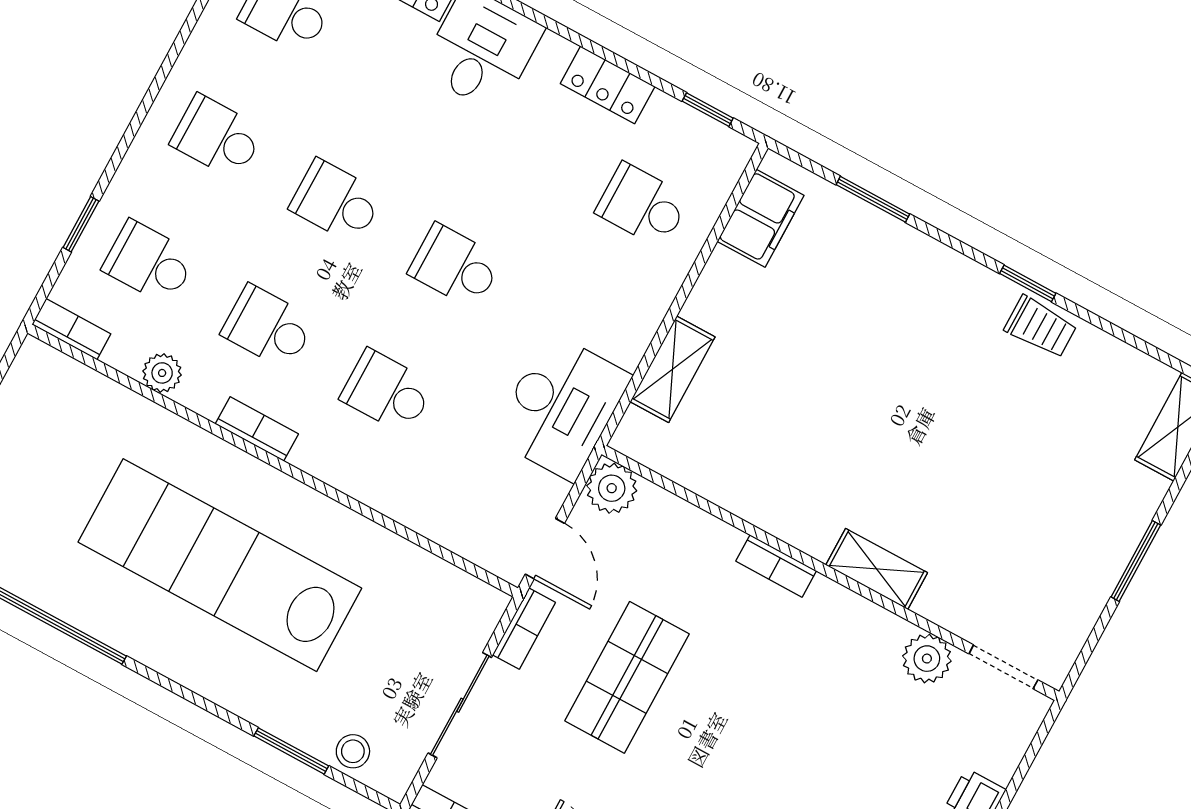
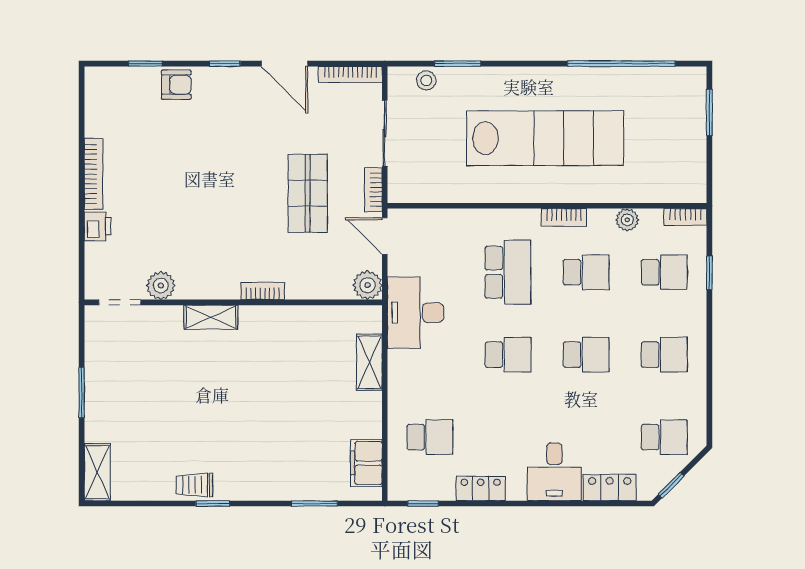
school desk: (387, 392) -> (508, 272), width x1.85

